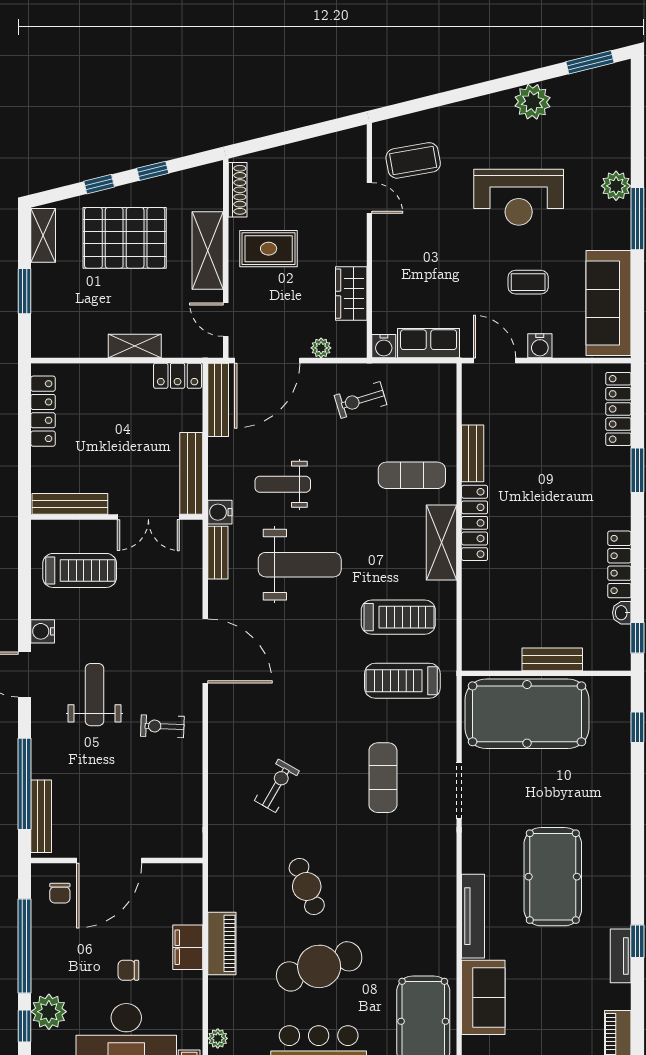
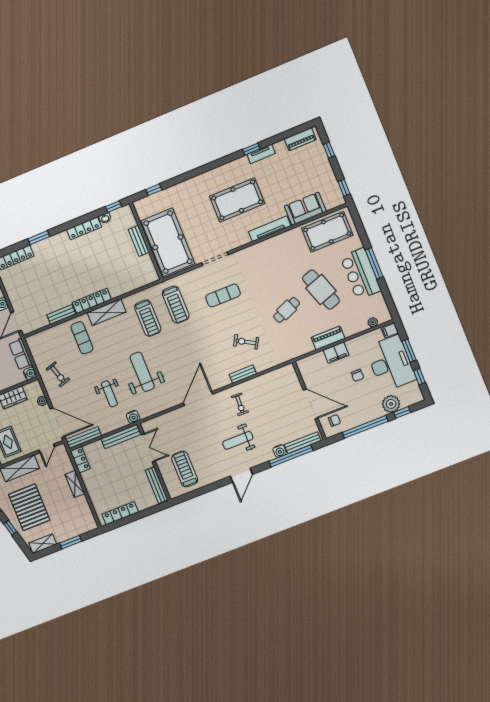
bench: (218, 553) -> (243, 374), moved
treadmill: (398, 617) -> (148, 318), turned 180
water cooler: (43, 631) -> (280, 451), moved

